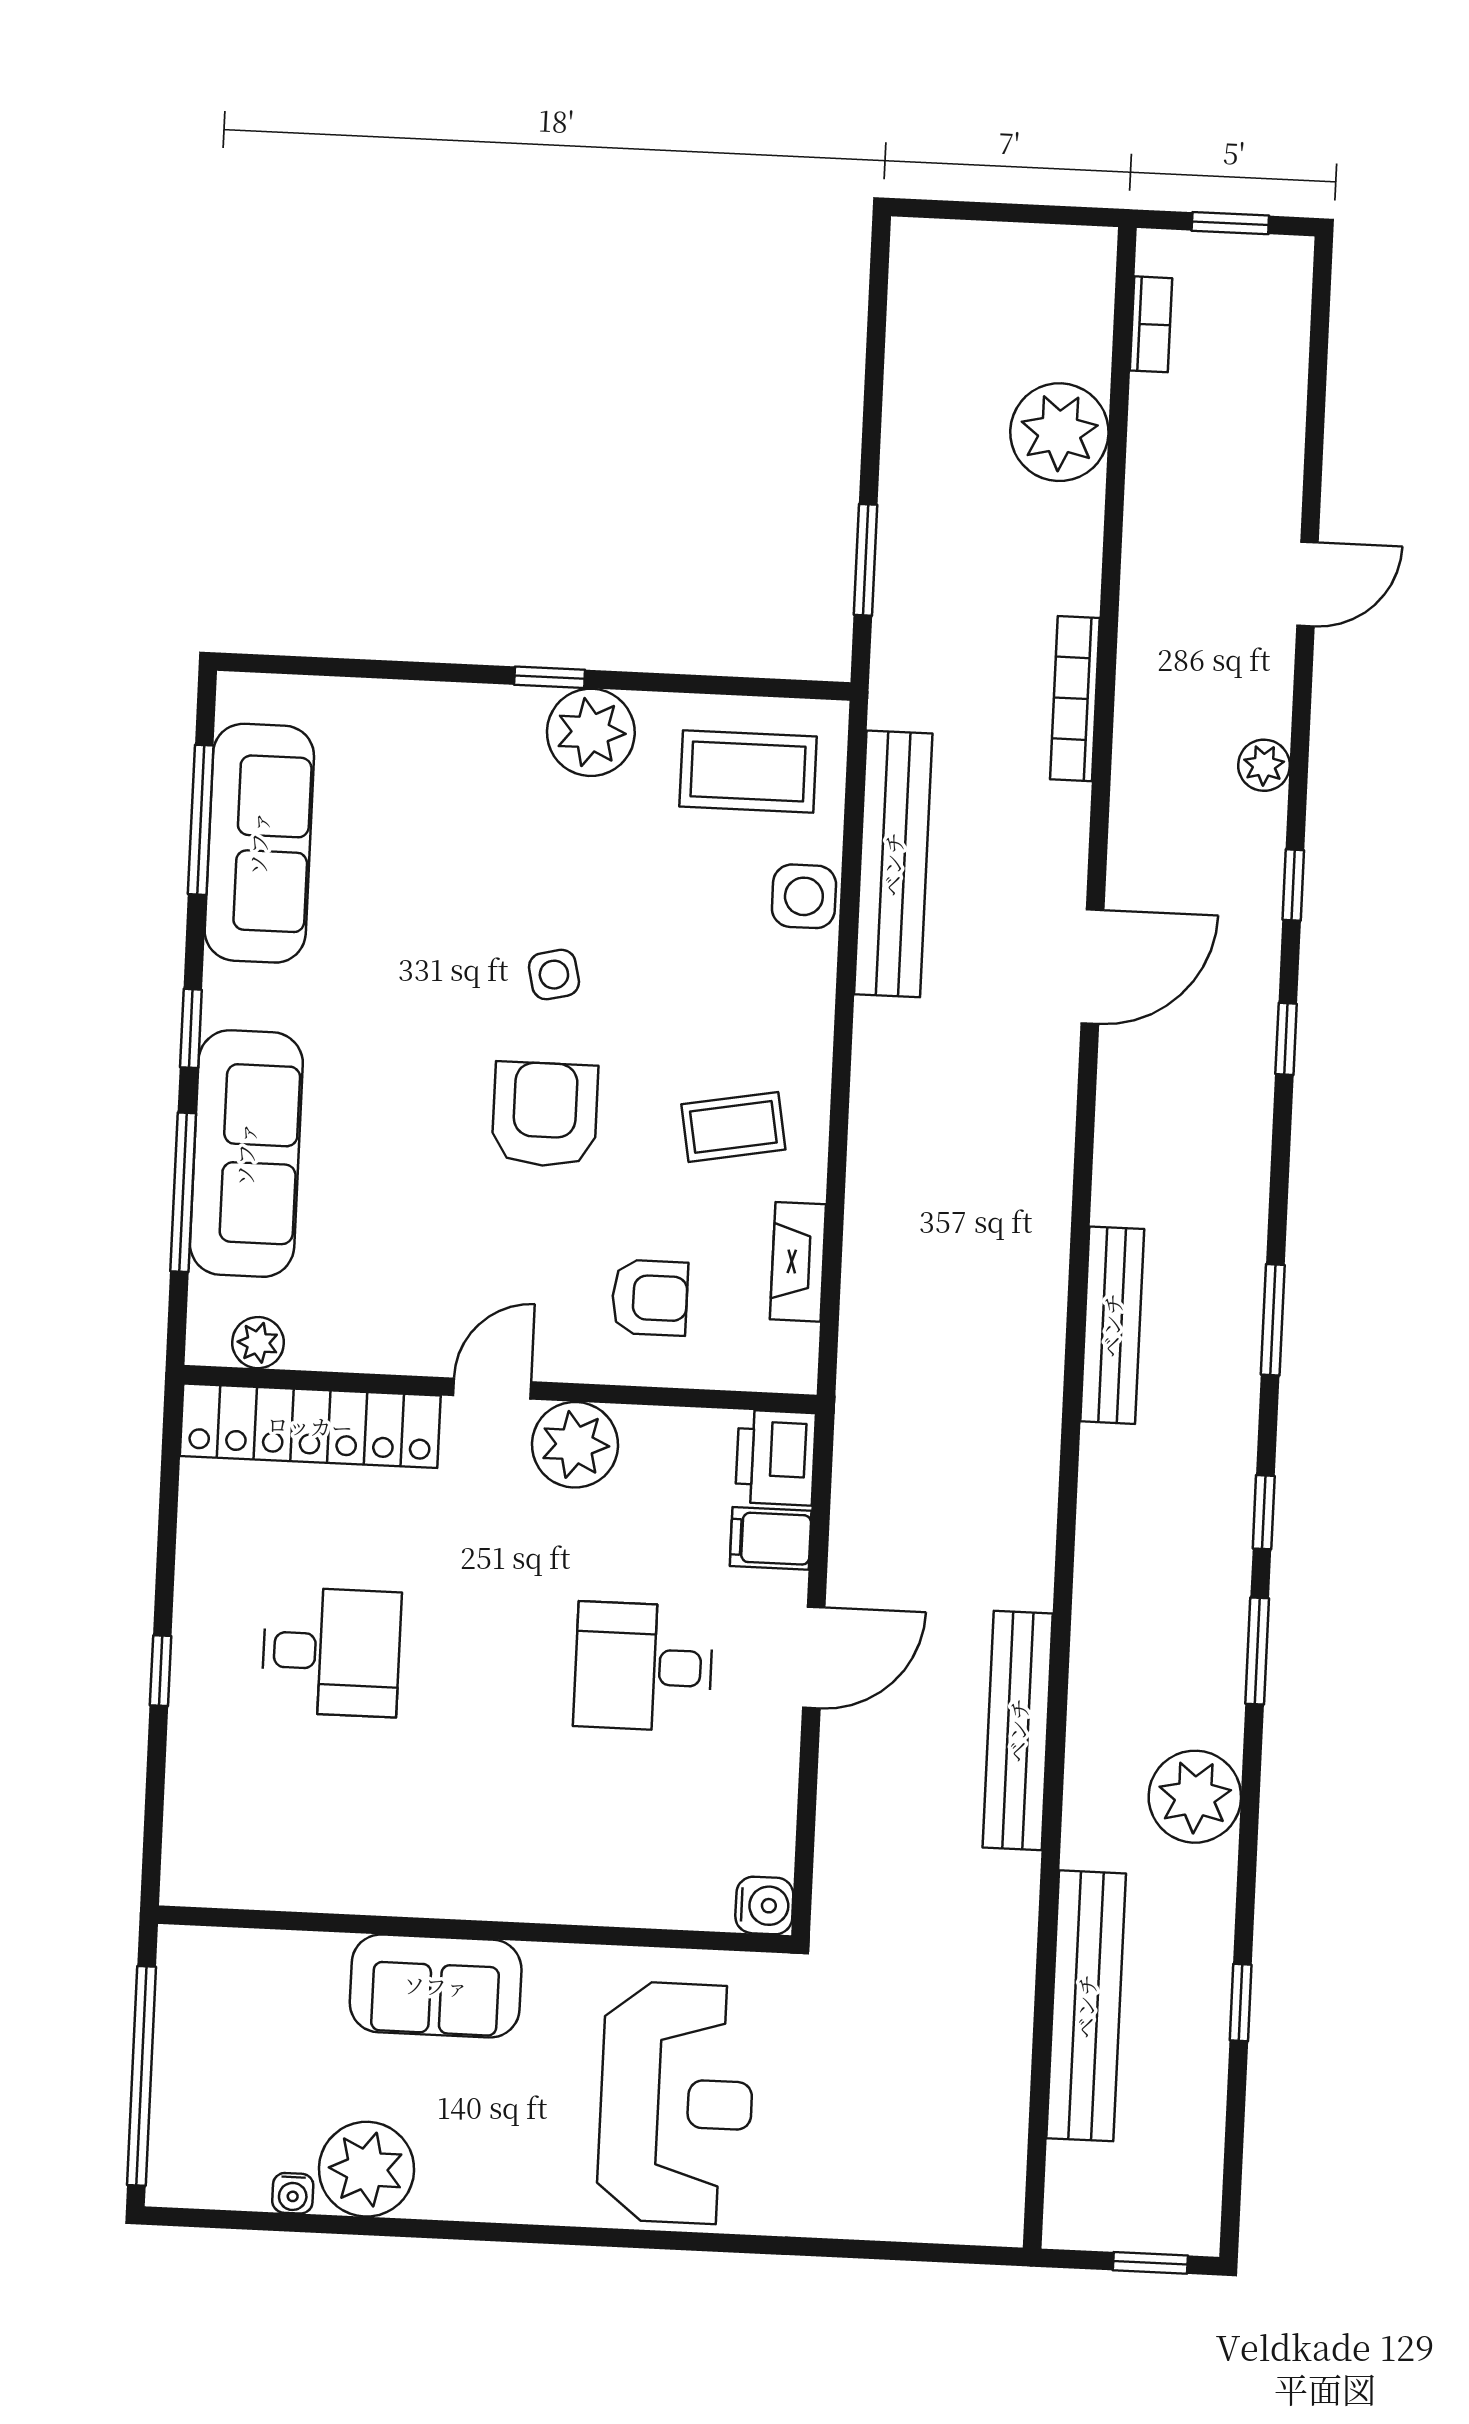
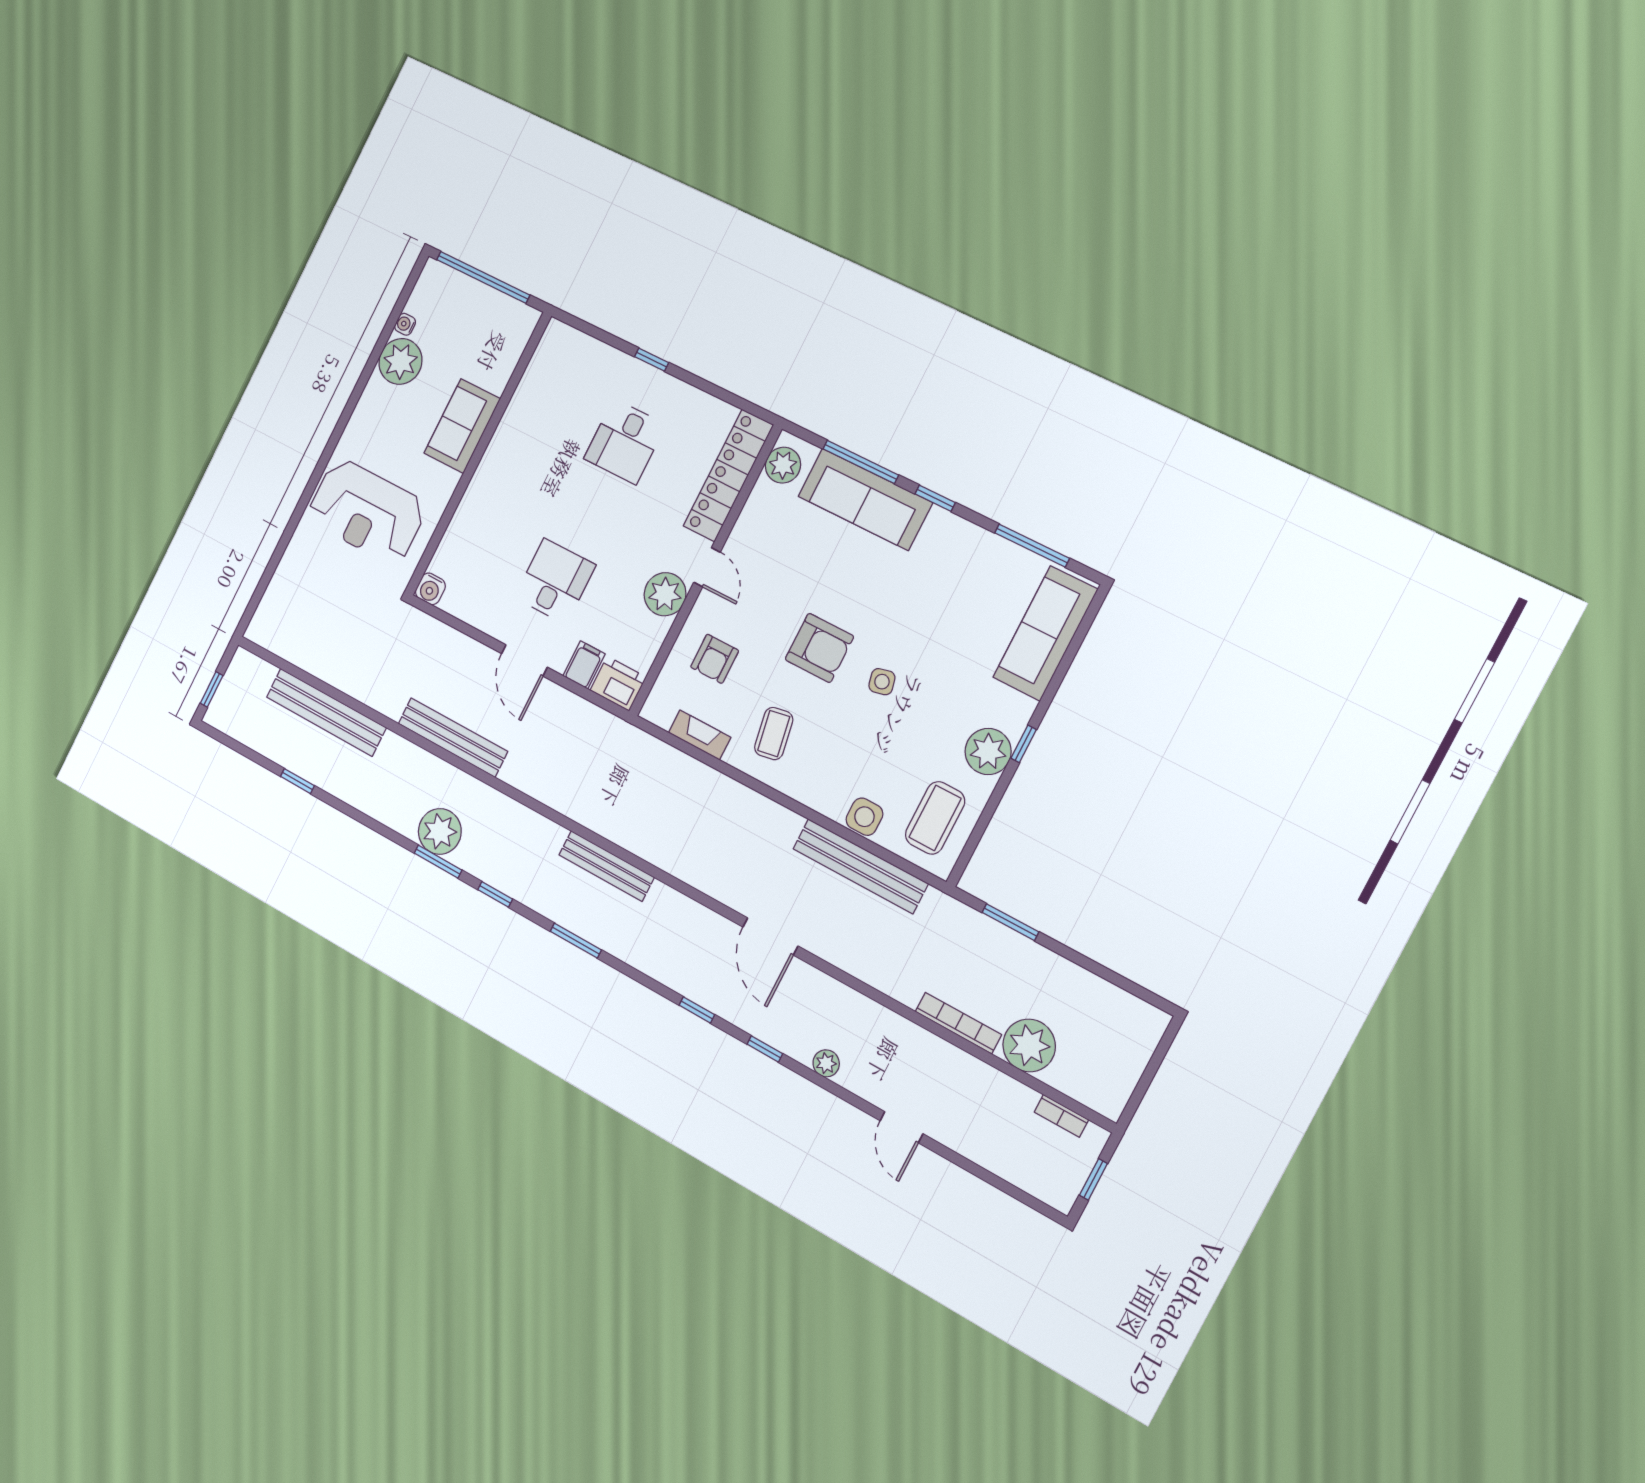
bookcase: (1075, 699) -> (958, 1023), moved
sofa: (259, 843) -> (1045, 633), moved, turned 90
plant: (258, 1343) -> (783, 465), width x1.38, depth x1.38
plant: (1195, 1797) -> (440, 831), moved

